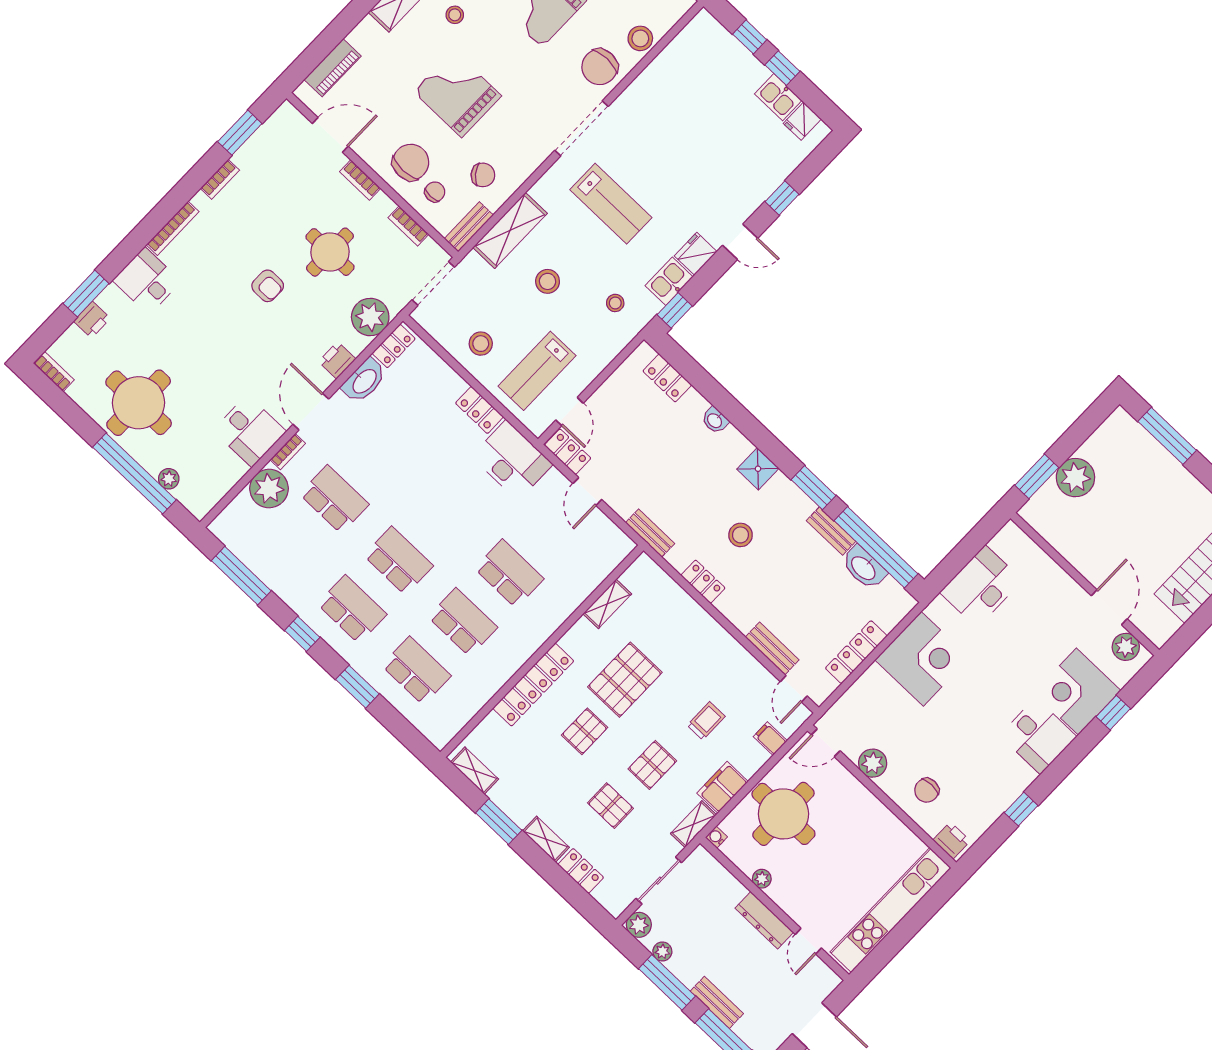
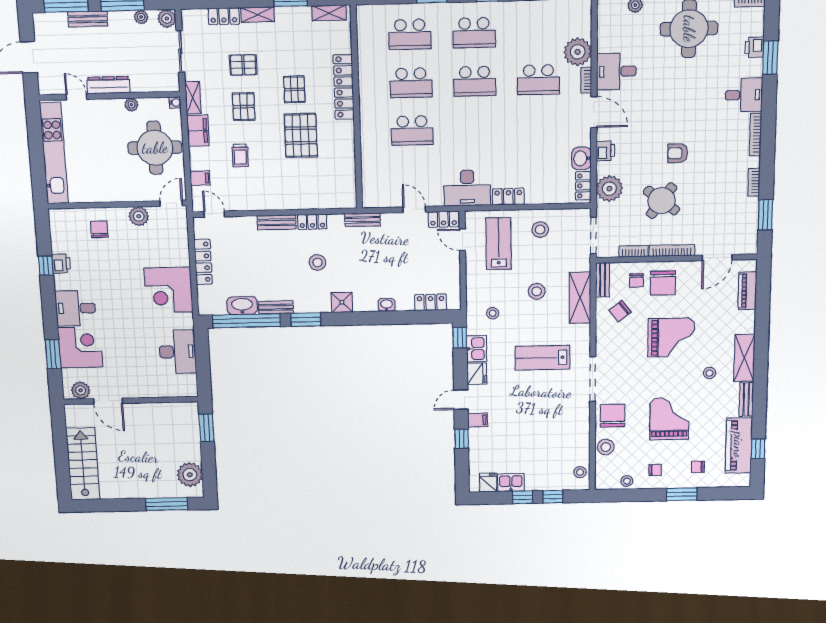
stool: (694, 37) -> (580, 472), added
bookcase: (360, 180) -> (672, 250), width x1.56
filing cabinet: (745, 202) -> (478, 420), added
round table: (330, 252) -> (661, 201), turned 37
washbasin: (364, 381) -> (582, 158), width x0.72
plant: (1075, 478) -> (190, 475), moved
shelving: (607, 604) -> (348, 164), removed
bench: (772, 649) -> (277, 222), moved
window: (1113, 713) -> (53, 354), width x1.50
printer: (952, 840) -> (61, 264), moved, turned -90

